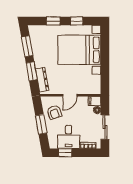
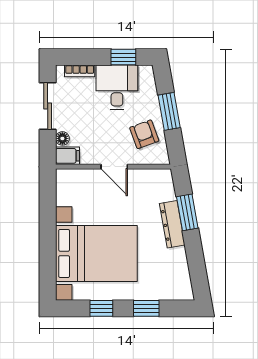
window: (27, 46) -> (196, 260), removed
dresser: (42, 80) -> (172, 224), moved
door: (70, 95) -> (114, 167), swing flipped

